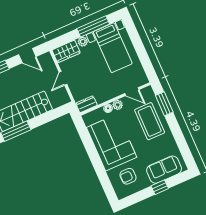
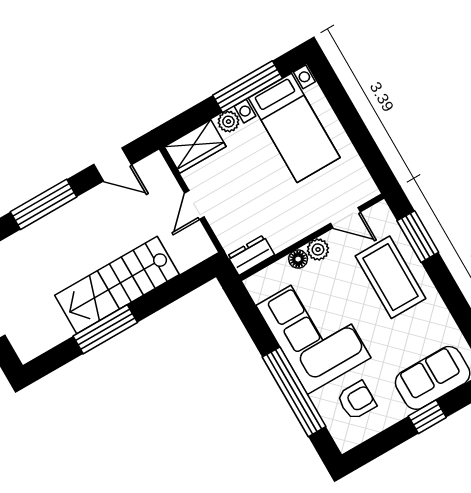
window: (100, 169) -> (294, 392), added
armchair: (128, 176) -> (357, 400), turned 180

